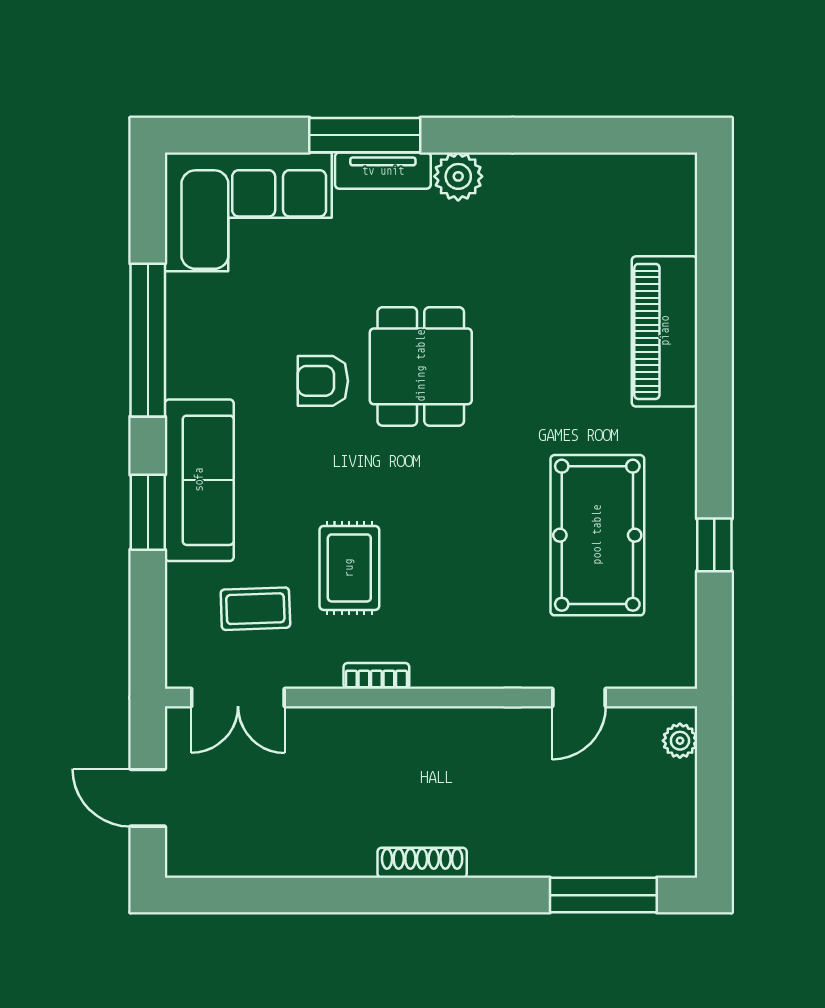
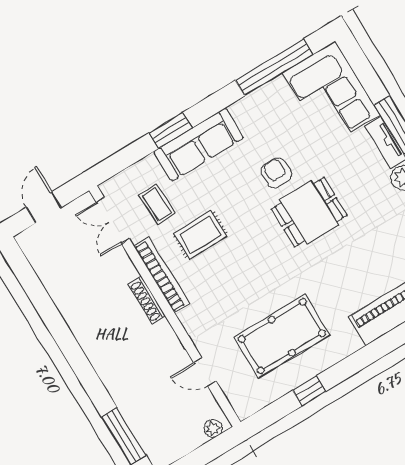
window: (148, 340) -> (274, 67), moved
bookcase: (376, 676) -> (162, 275), width x2.31, depth x1.31
shoe rack: (422, 863) -> (147, 300), moved, turned 180

